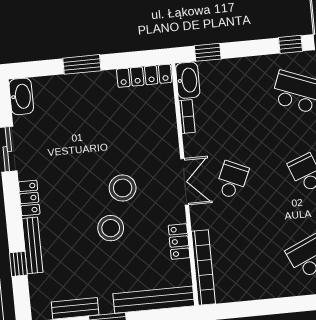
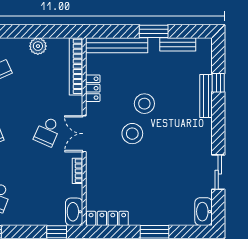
bookcase: (187, 116) -> (77, 171), moved
locker: (29, 198) -> (205, 133), removed
plant: (255, 289) -> (38, 46), added

